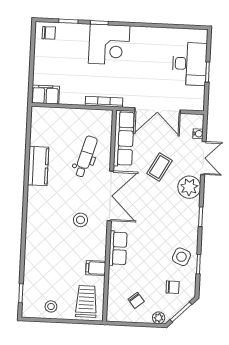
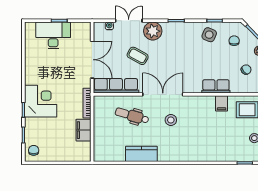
filing cabinet: (45, 95) -> (83, 130), moved
stool: (81, 220) -> (171, 120), moved
row of seats: (118, 248) -> (216, 86), moved

